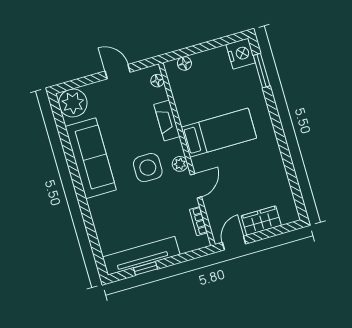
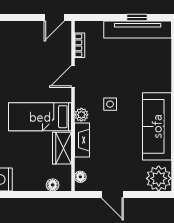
plant: (180, 164) -> (81, 115), moved
side table: (148, 168) -> (110, 104), width x0.54, depth x0.54
wardrobe: (261, 221) -> (62, 148), moved, turned 90

